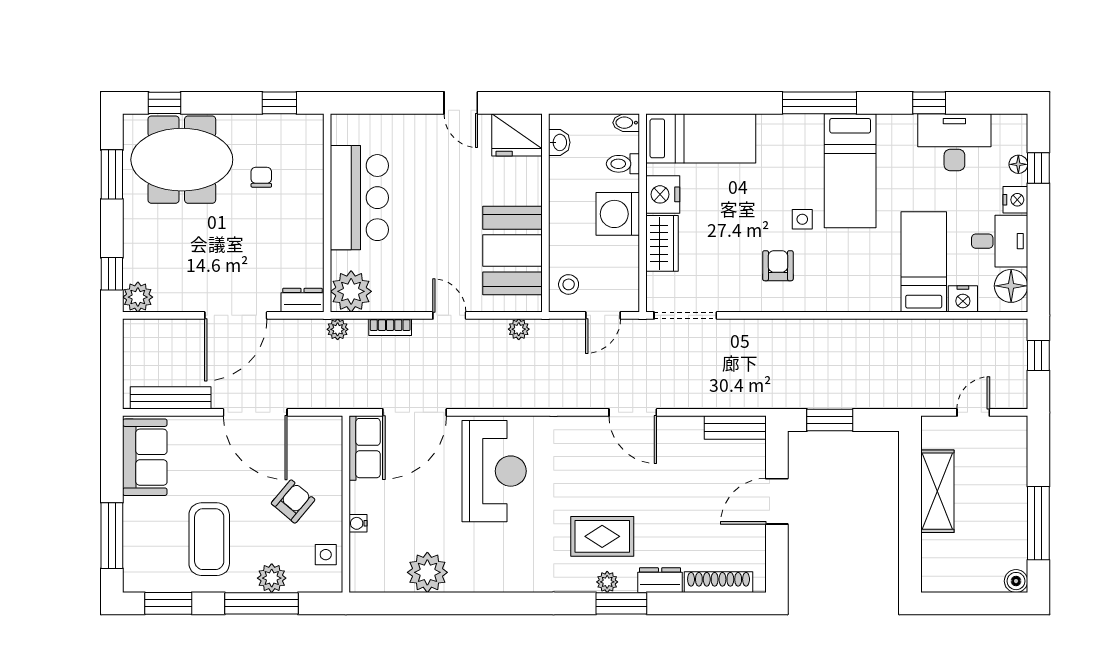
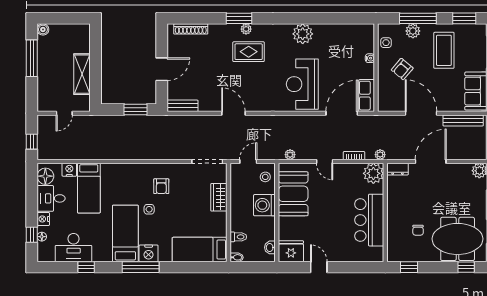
nightstand: (663, 194) -> (149, 253), moved, turned 90
washing machine: (618, 214) -> (264, 205), moved, turned 180
plant: (427, 572) -> (303, 34), moved
dresser: (660, 580) -> (220, 30), removed

